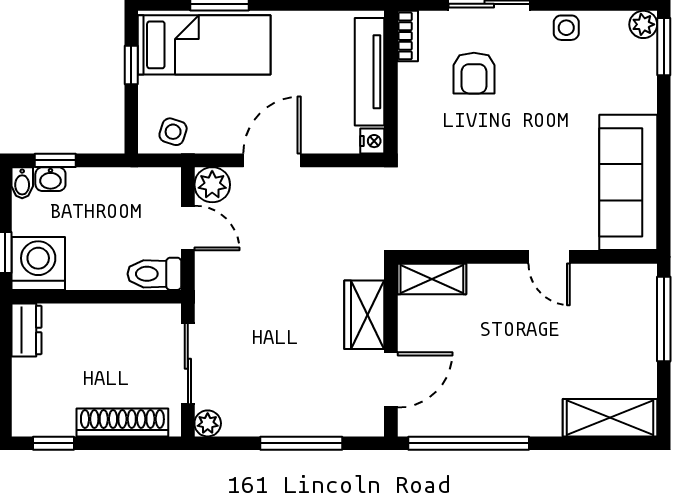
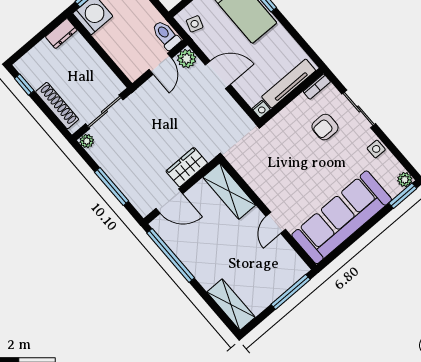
sofa: (628, 182) -> (342, 217), width x1.36, depth x1.27
toilet: (154, 274) -> (166, 35), moved
shelving: (432, 279) -> (229, 191), width x1.50, depth x1.33

